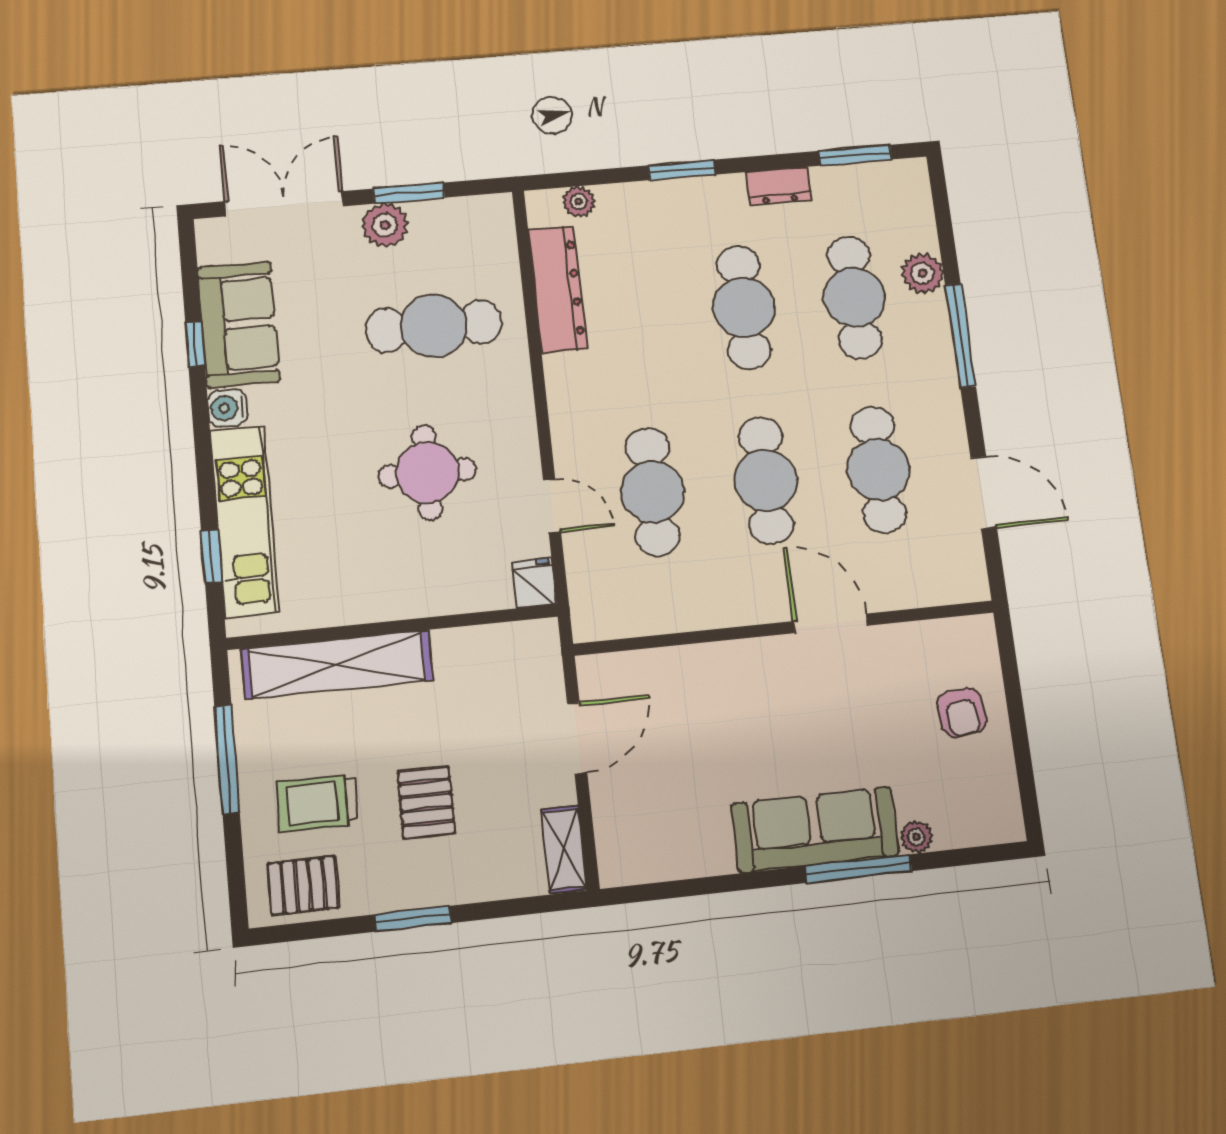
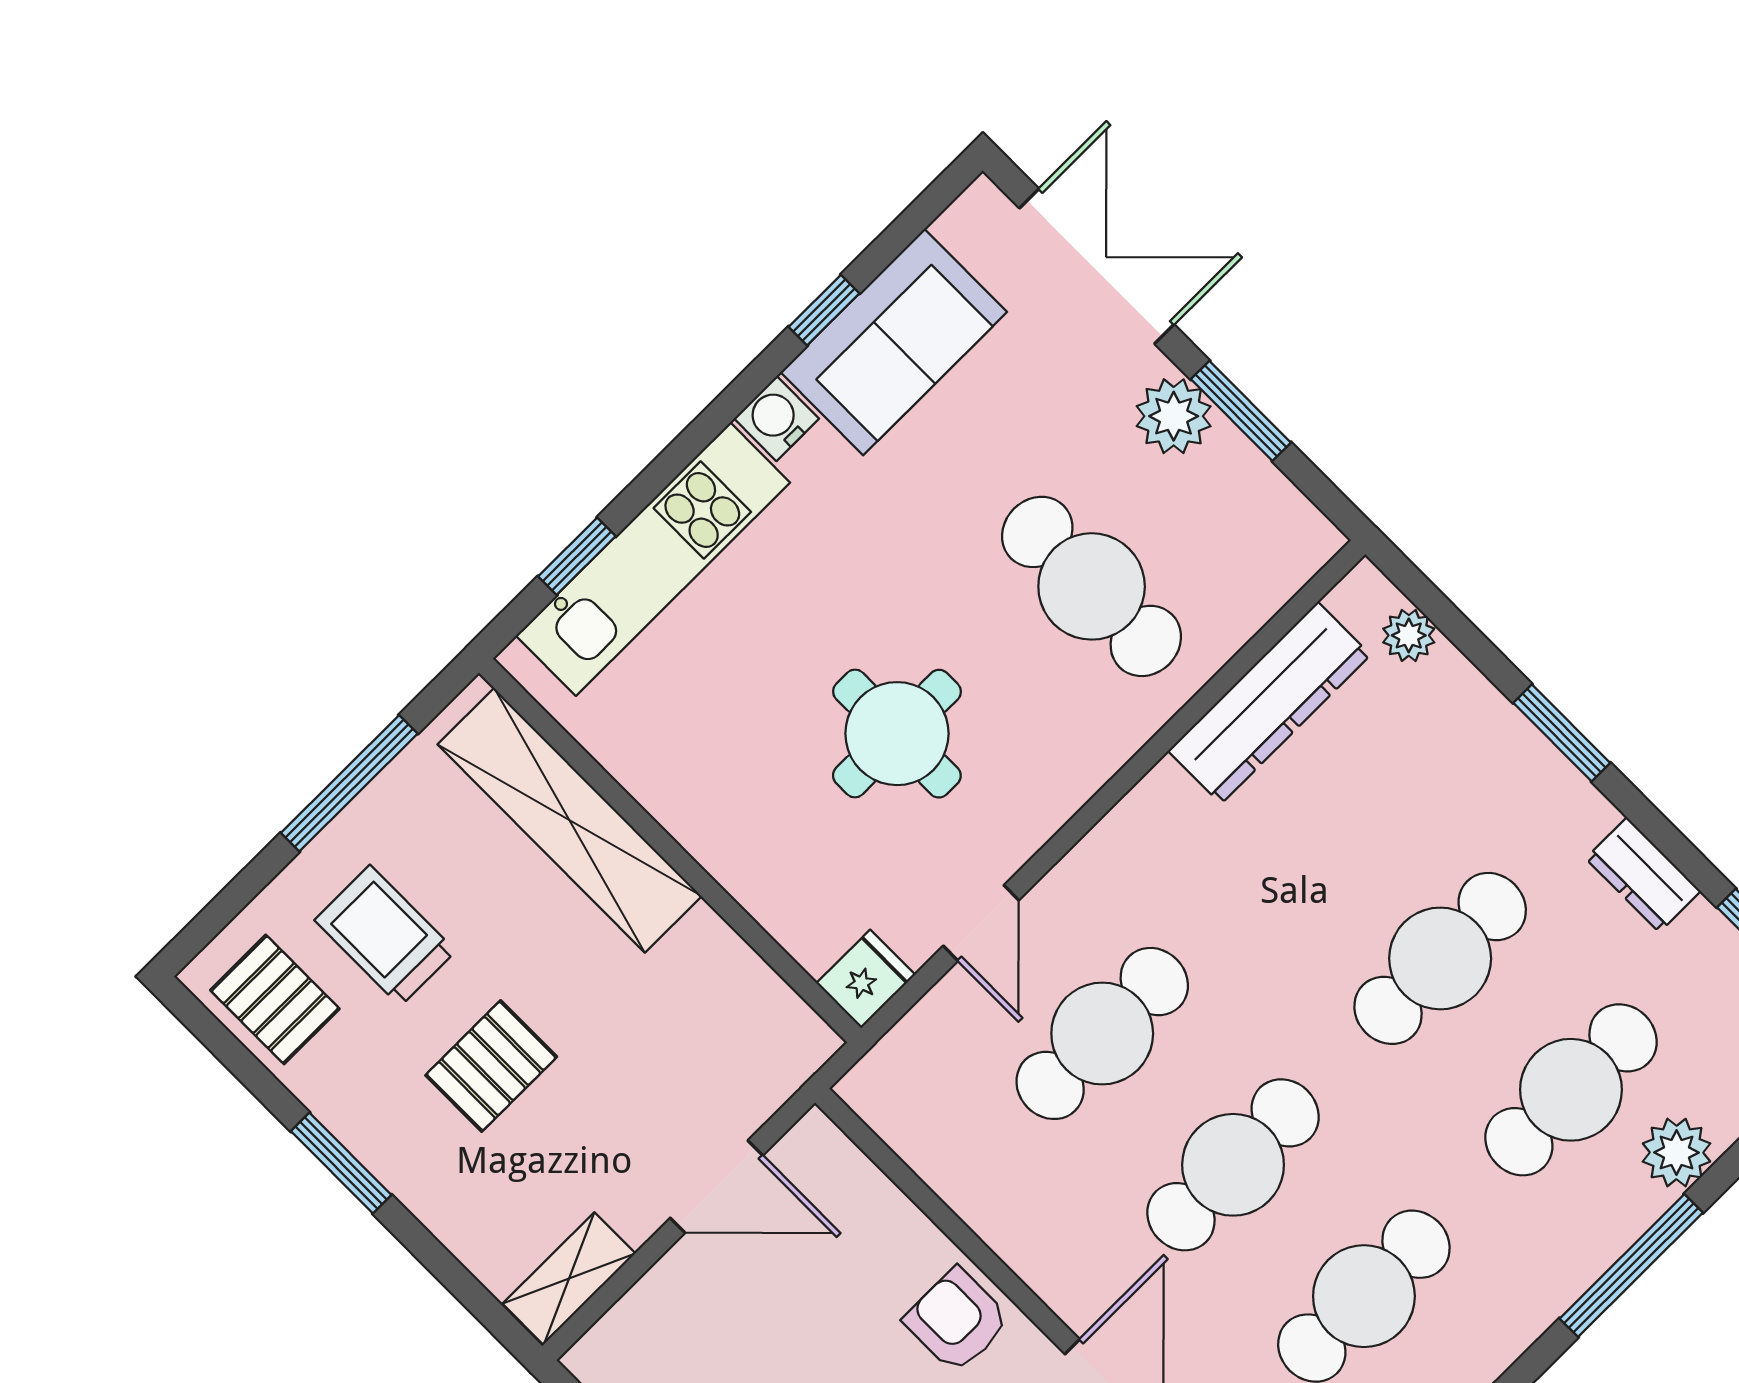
armchair: (737, 673) -> (957, 1320), added

